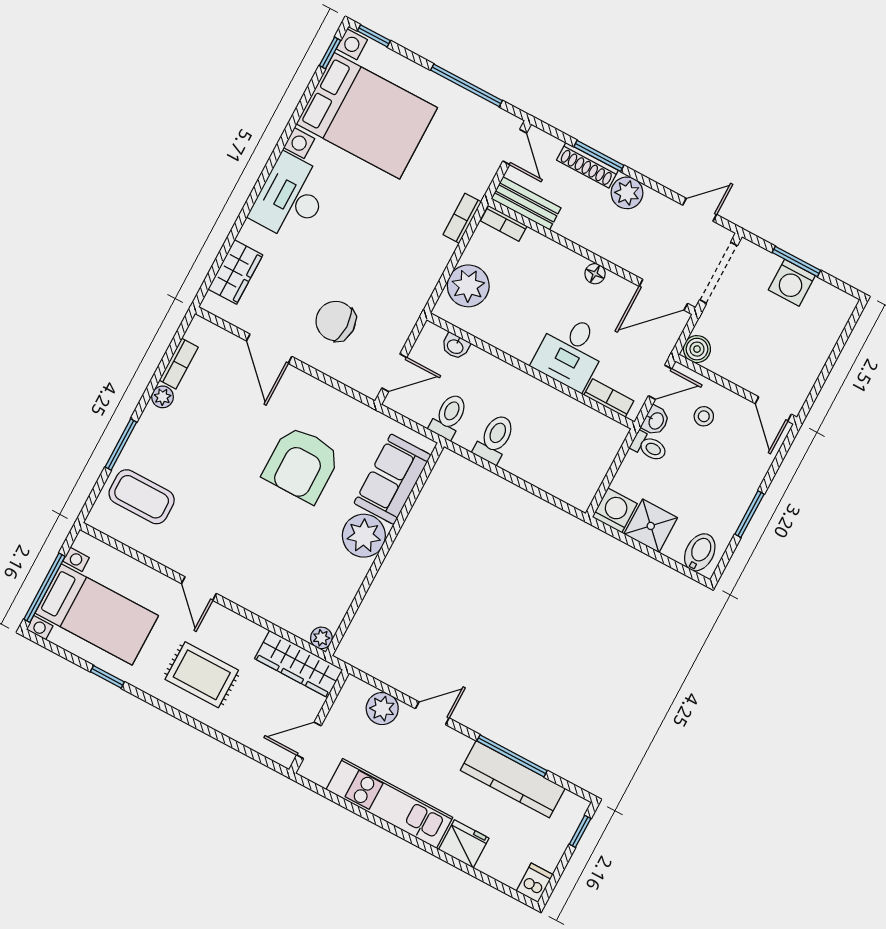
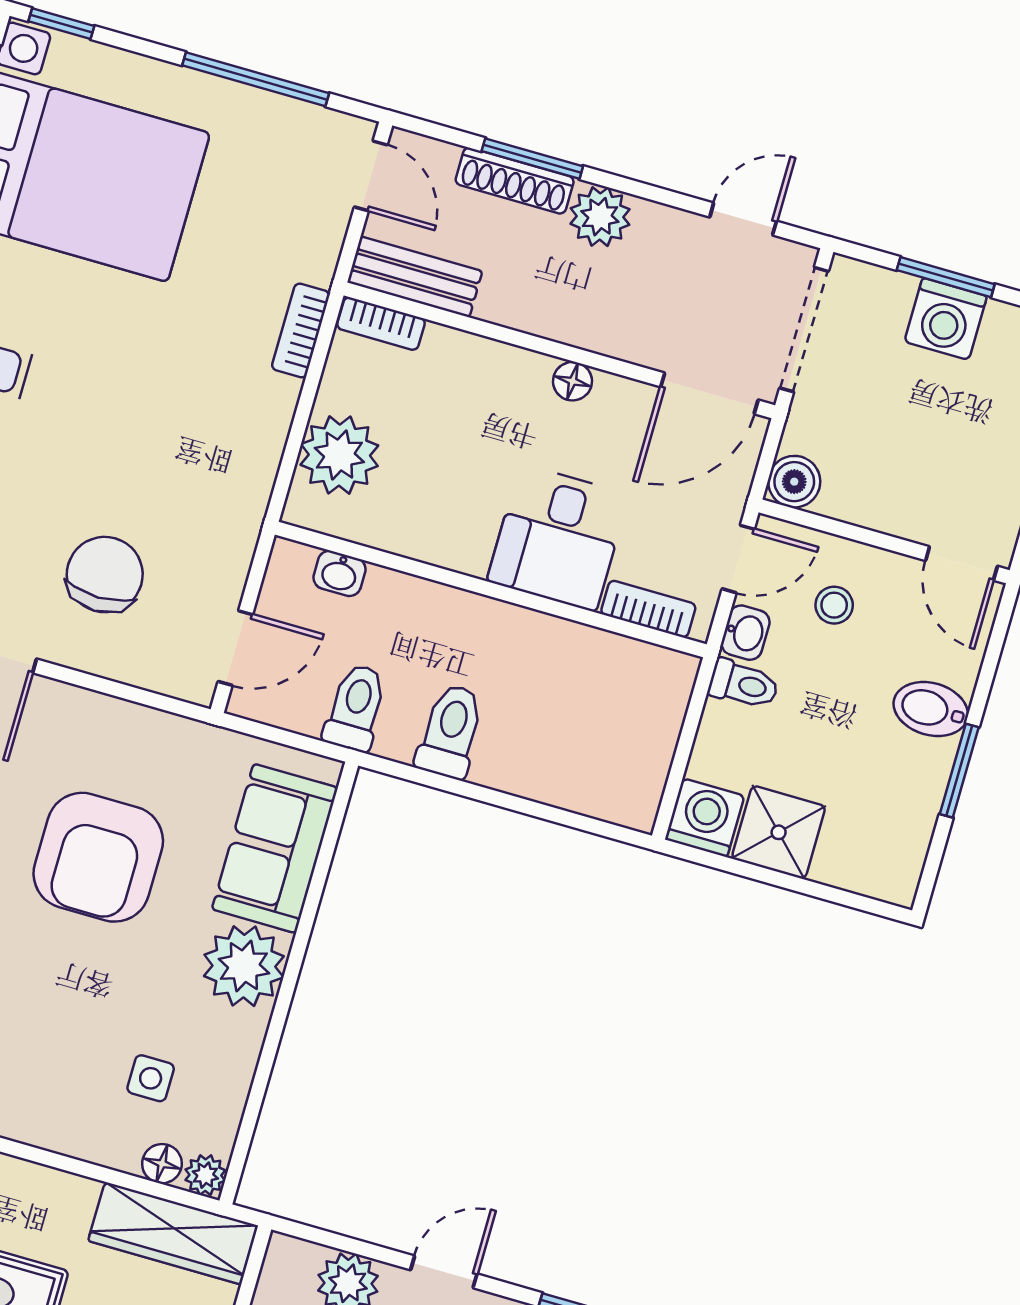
chair: (336, 321) -> (105, 575), turned 90
bidet: (700, 552) -> (931, 709), moved, turned -90
side table: (304, 583) -> (151, 1078), added
floor lamp: (301, 627) -> (162, 1164), added

